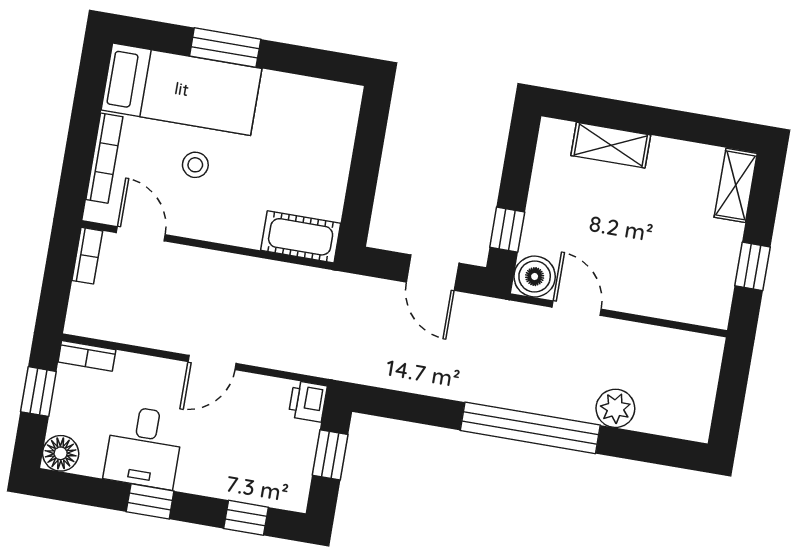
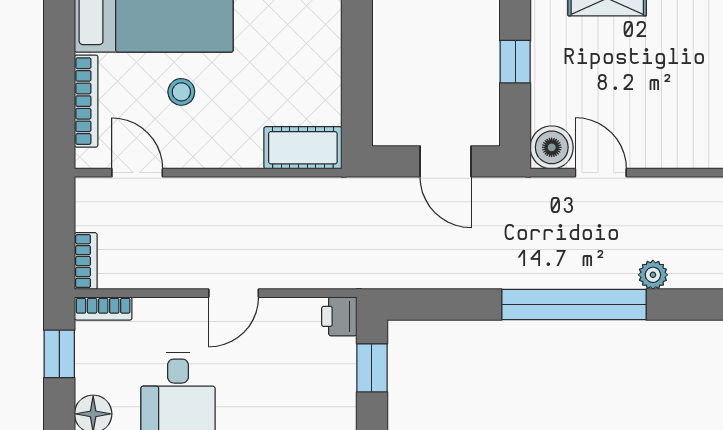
window: (507, 230) -> (515, 62), moved
bookcase: (87, 256) -> (86, 261), moved
plant: (615, 408) -> (653, 275), width x0.73, depth x0.73

